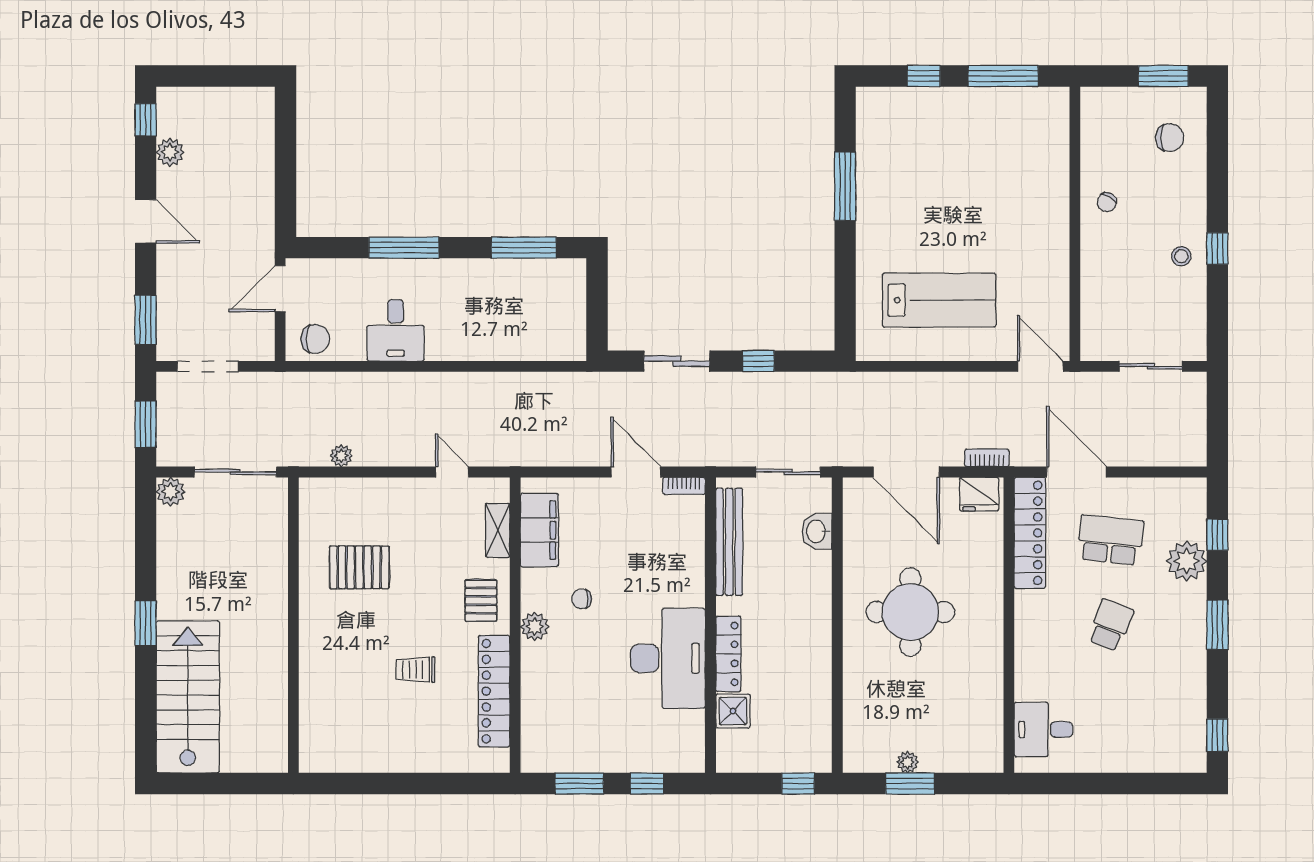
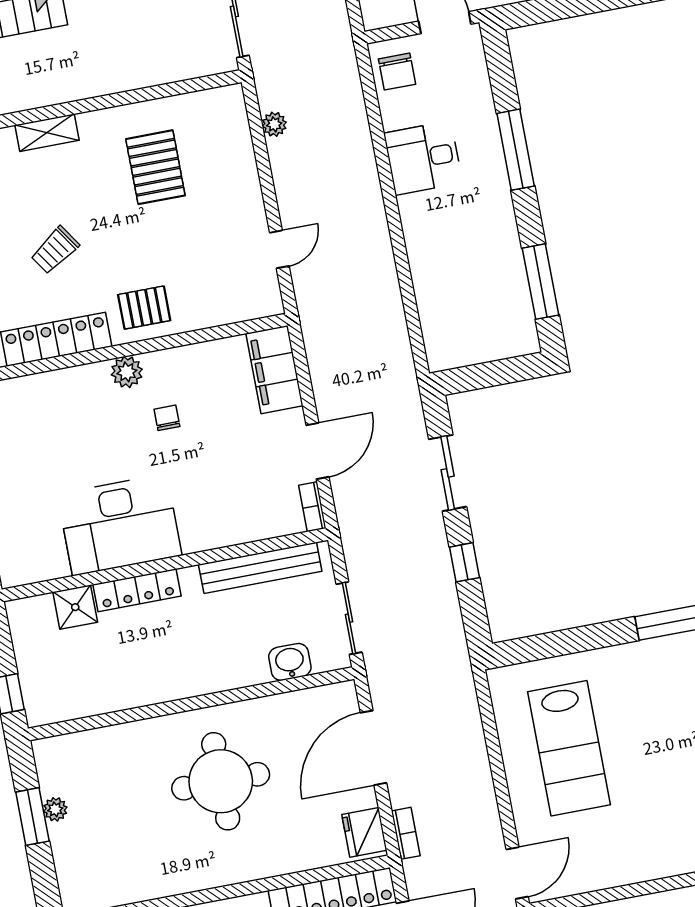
shelving: (498, 530) -> (47, 133), moved
filing cabinet: (539, 530) -> (274, 370), moved, turned 90
trolley: (416, 670) -> (55, 250), turned -124

